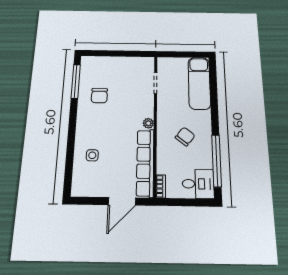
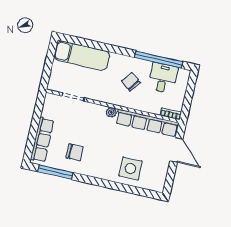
row of seats: (106, 63) -> (42, 140), added
side table: (92, 155) -> (130, 169), width x1.87, depth x1.87
desk: (198, 184) -> (163, 78), moved

